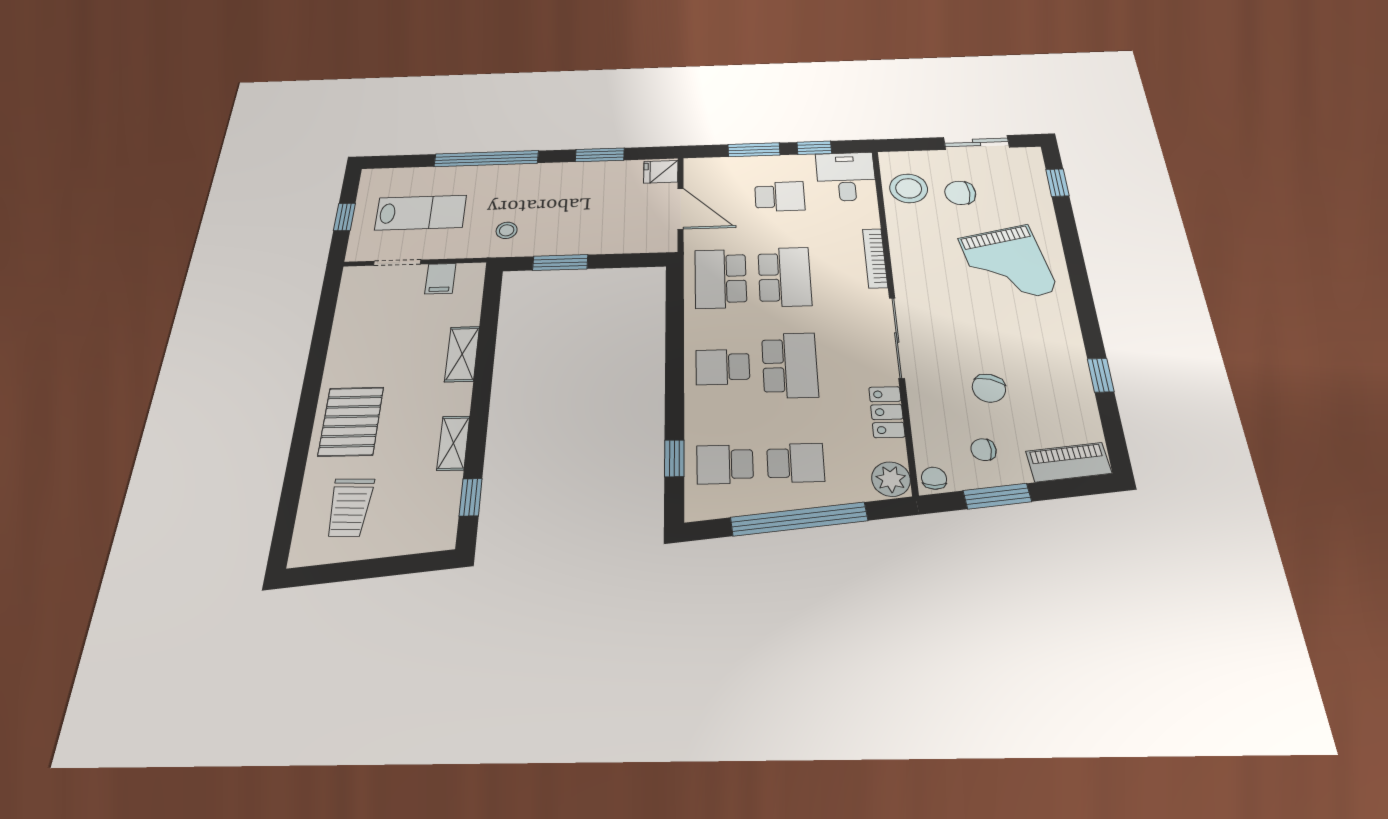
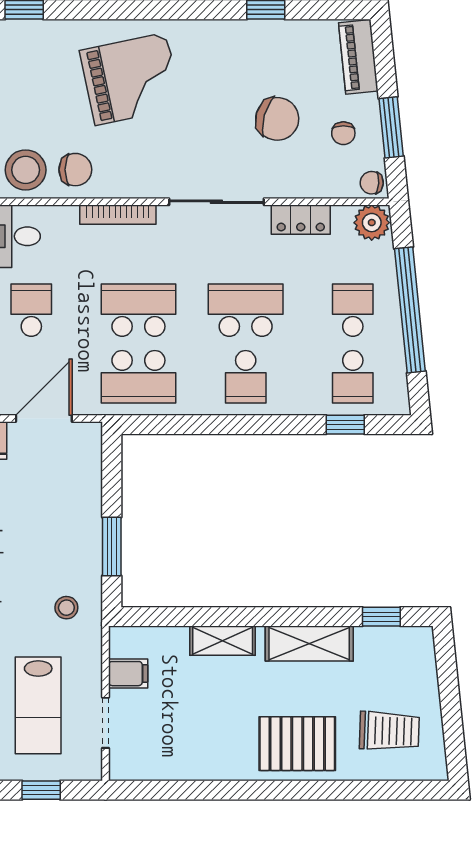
chair: (960, 193) -> (75, 170), moved, turned -90
lab bench: (421, 213) -> (38, 705), turned 180
chair: (989, 388) -> (277, 119), width x1.37, depth x1.37
shelving: (453, 443) -> (309, 643), width x1.50, depth x1.33

